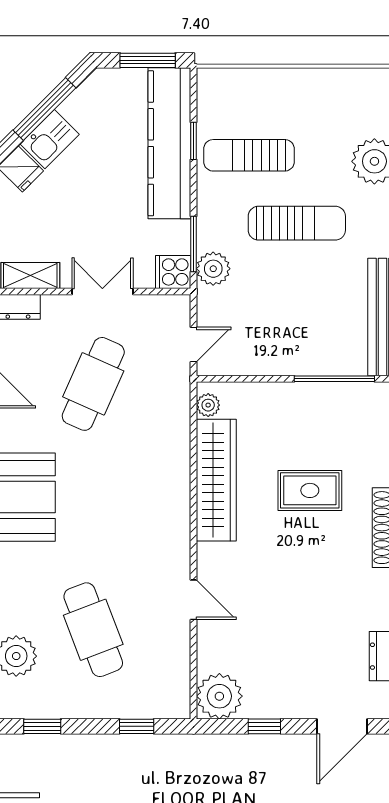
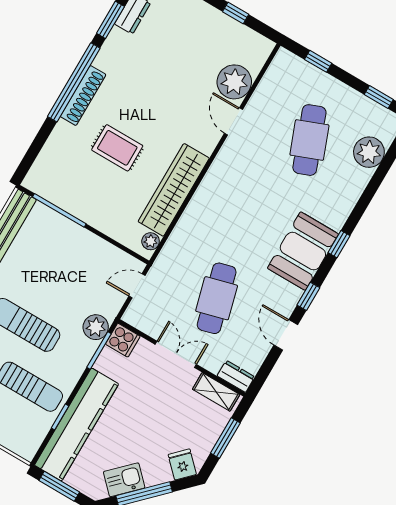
kitchen sink: (50, 139) -> (124, 480), moved
double door: (102, 292) -> (176, 354), swing flipped
cafe table: (93, 384) -> (217, 298), turned -39
plant: (219, 696) -> (234, 82), moved

